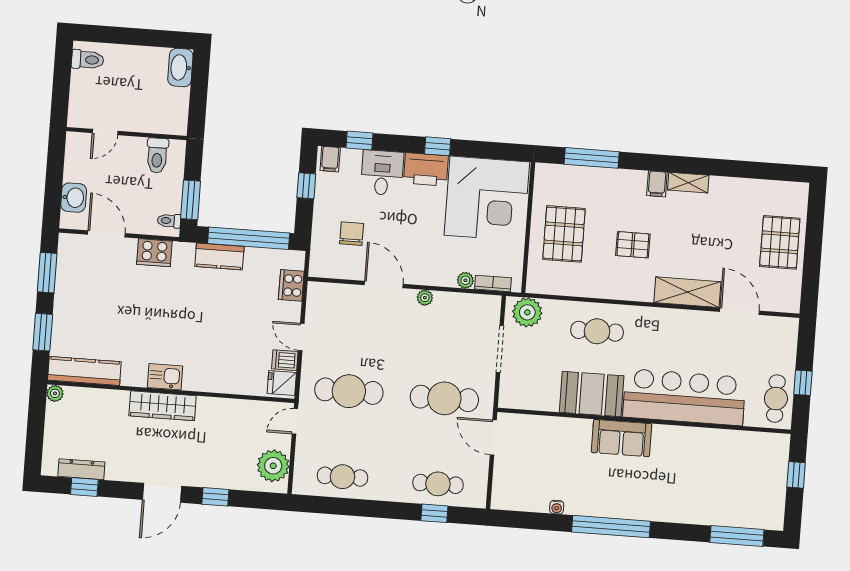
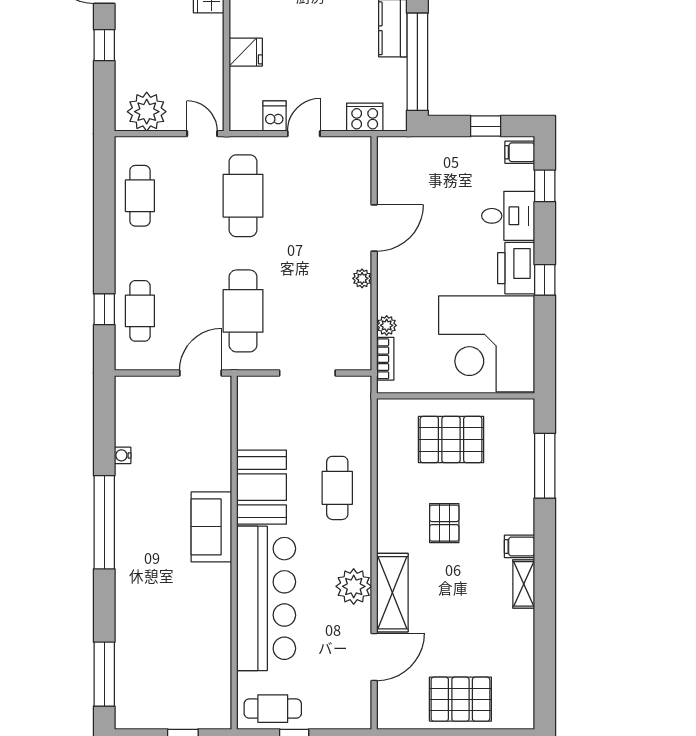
chair: (352, 234) -> (432, 185), removed
plant: (527, 312) -> (354, 586), moved
fridge: (282, 383) -> (246, 52), moved, turned 90

